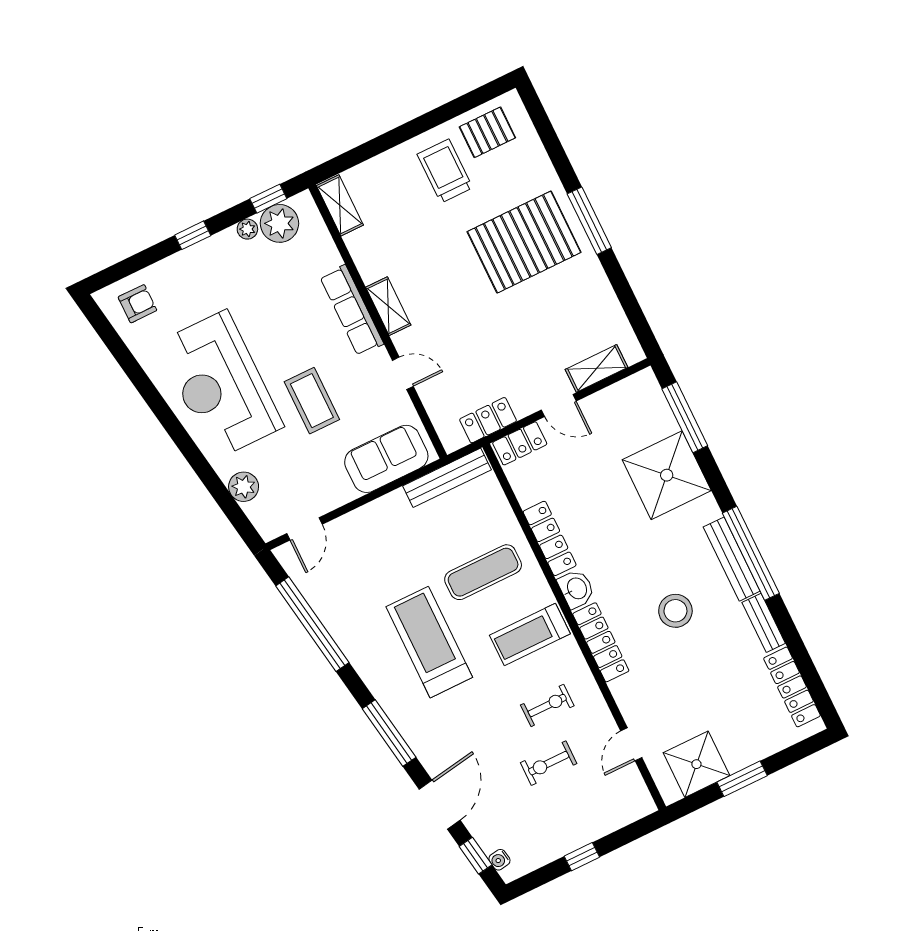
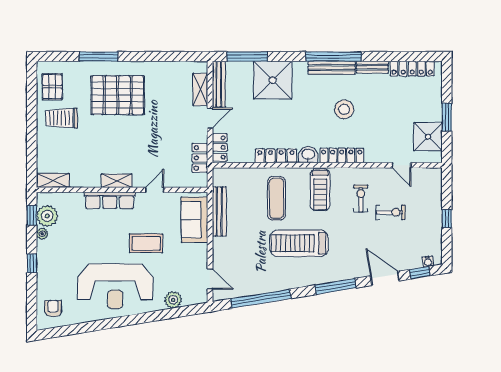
window: (589, 221) -> (99, 56), moved
pallet: (524, 242) -> (118, 95), turned 90
bench: (619, 393) -> (219, 84), added
bench: (447, 478) -> (219, 212), moved
exercise bike: (549, 763) -> (391, 212), turned -90

